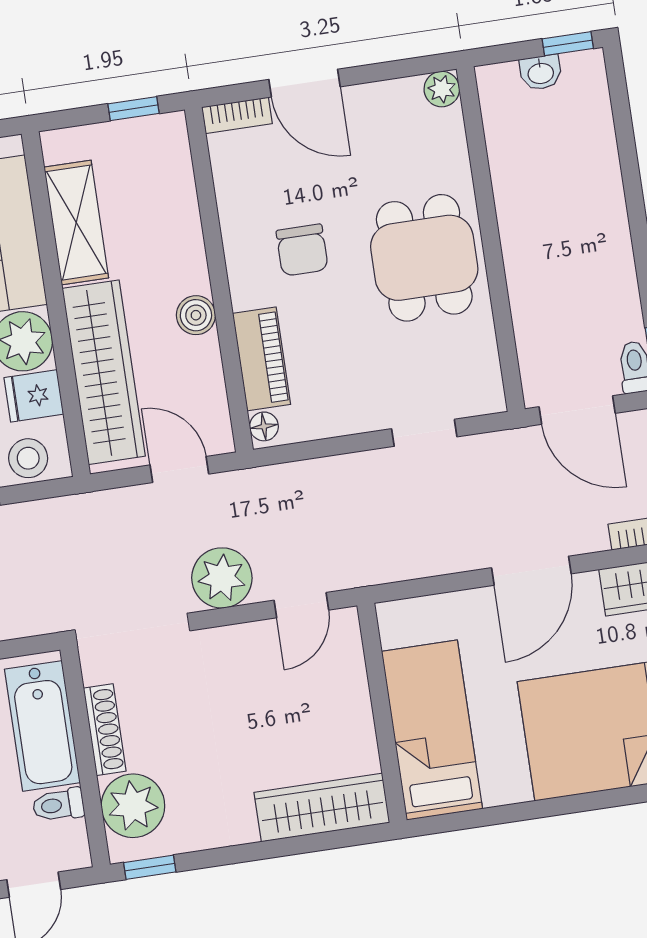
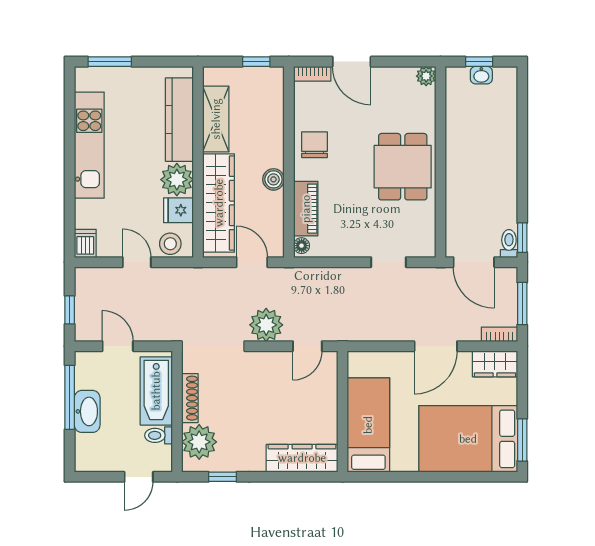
window: (568, 44) -> (479, 62), moved
chair: (302, 250) -> (315, 145), moved, turned 180
window: (150, 867) -> (223, 477), moved

